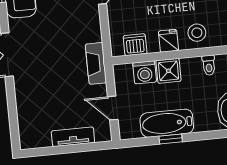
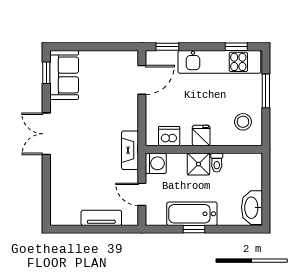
stool: (197, 33) -> (243, 122), moved
toilet: (209, 65) -> (217, 163), moved
washing machine: (145, 72) -> (156, 163), moved, turned -90

